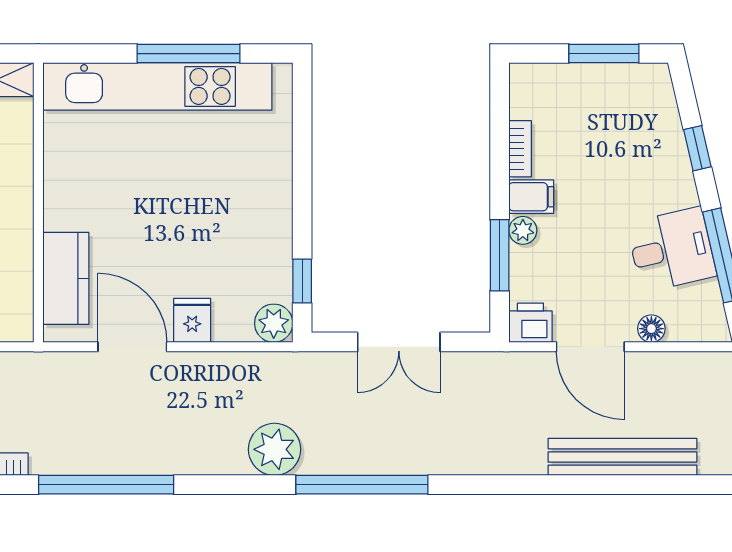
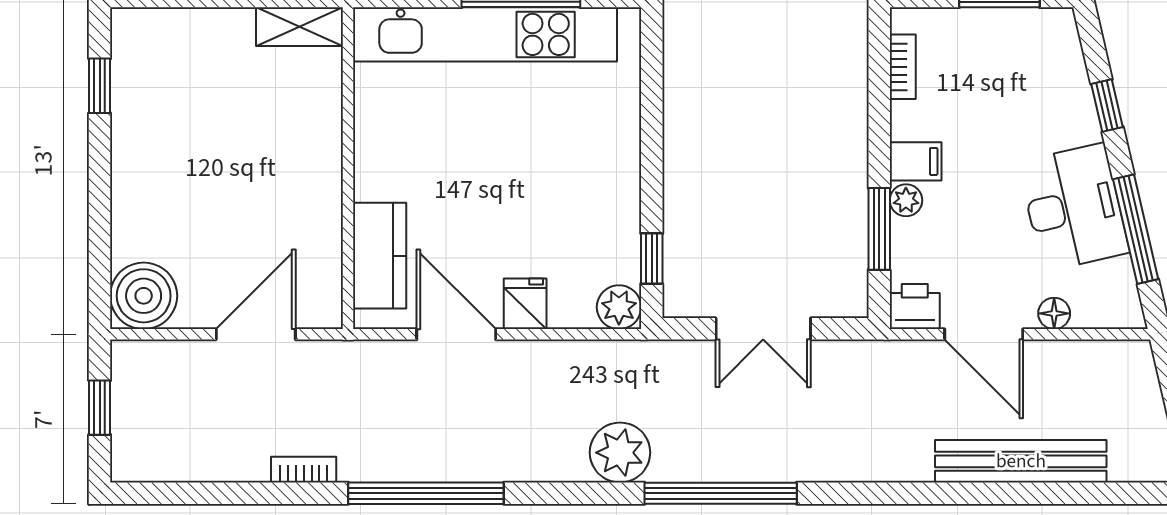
bookcase: (520, 149) -> (903, 67), moved
desk: (671, 250) -> (1074, 207), width x1.37

